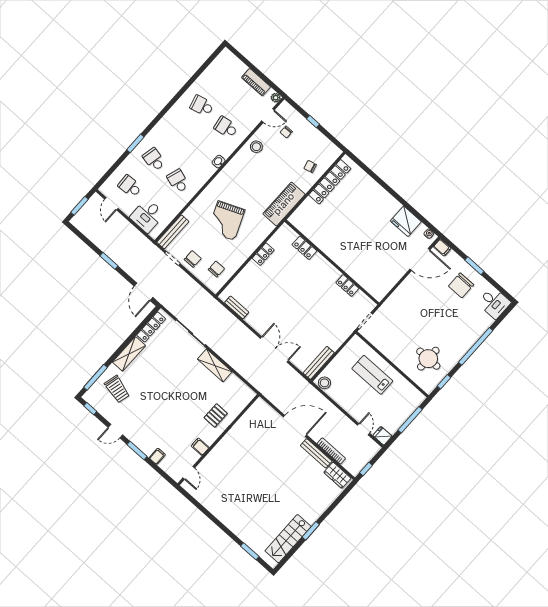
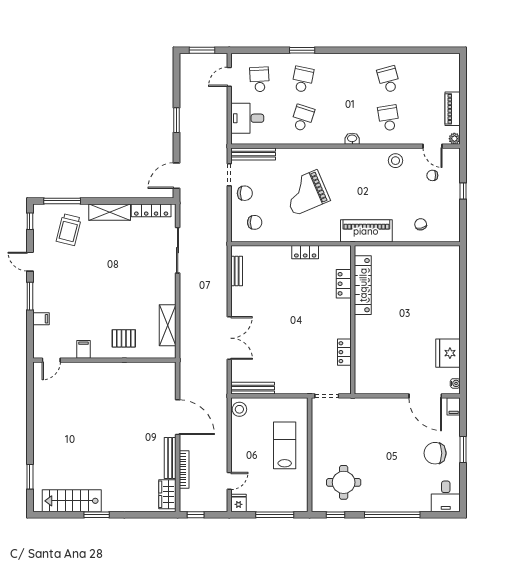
locker: (330, 182) -> (363, 285), moved, turned -90
shelving: (215, 365) -> (168, 325), moved

